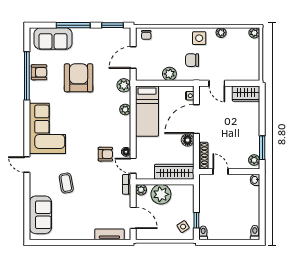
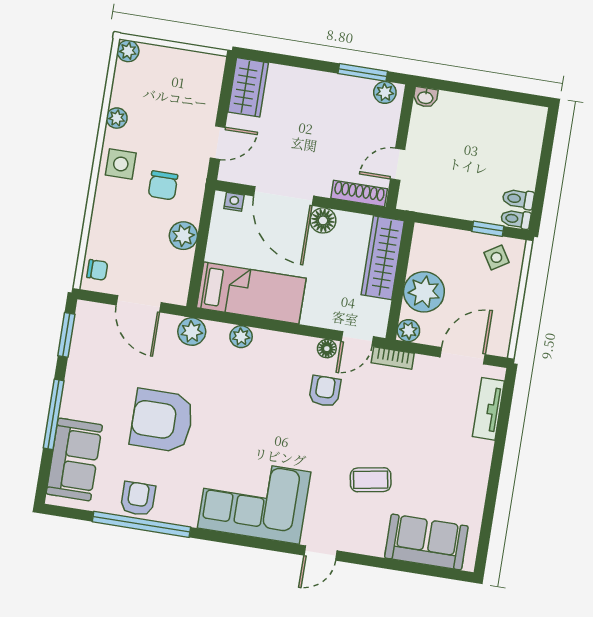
toilet: (255, 233) -> (518, 199), moved

